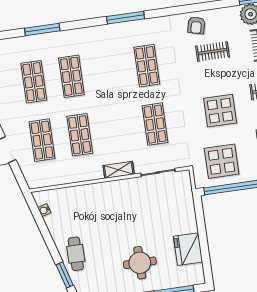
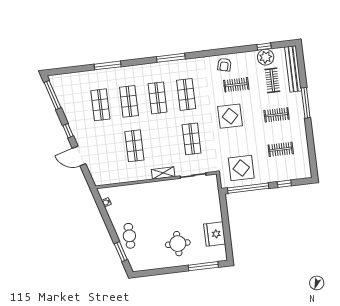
display table: (220, 111) -> (230, 116), moved
shop shelf: (42, 140) -> (158, 98), moved

